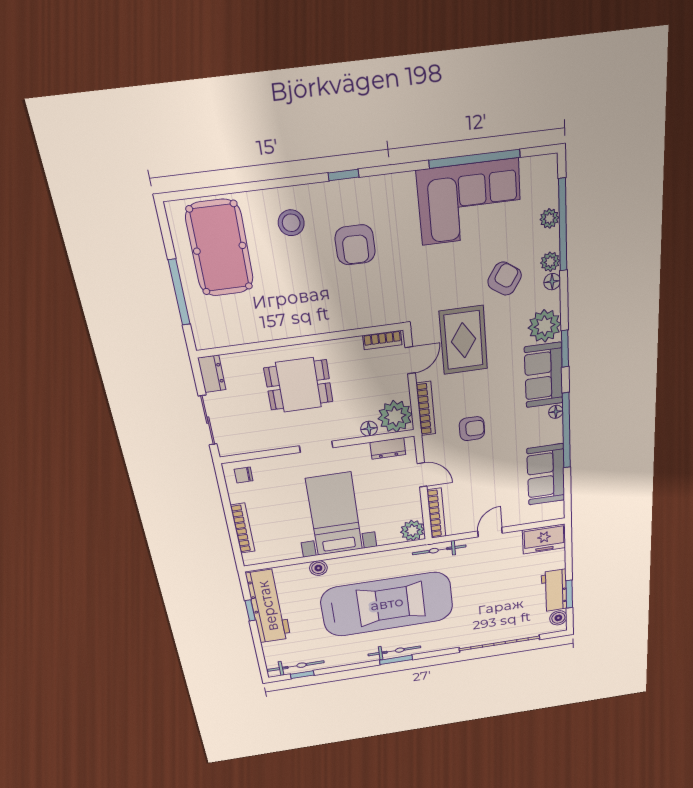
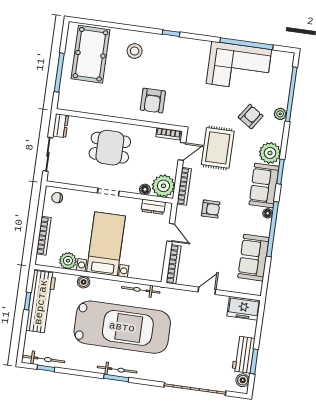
plant: (549, 218) -> (284, 88), removed
armchair: (355, 245) -> (153, 101), moved
floor lamp: (552, 282) -> (279, 126), removed
plant: (412, 531) -> (68, 261), moved
bicycle: (439, 550) -> (141, 290), moved

